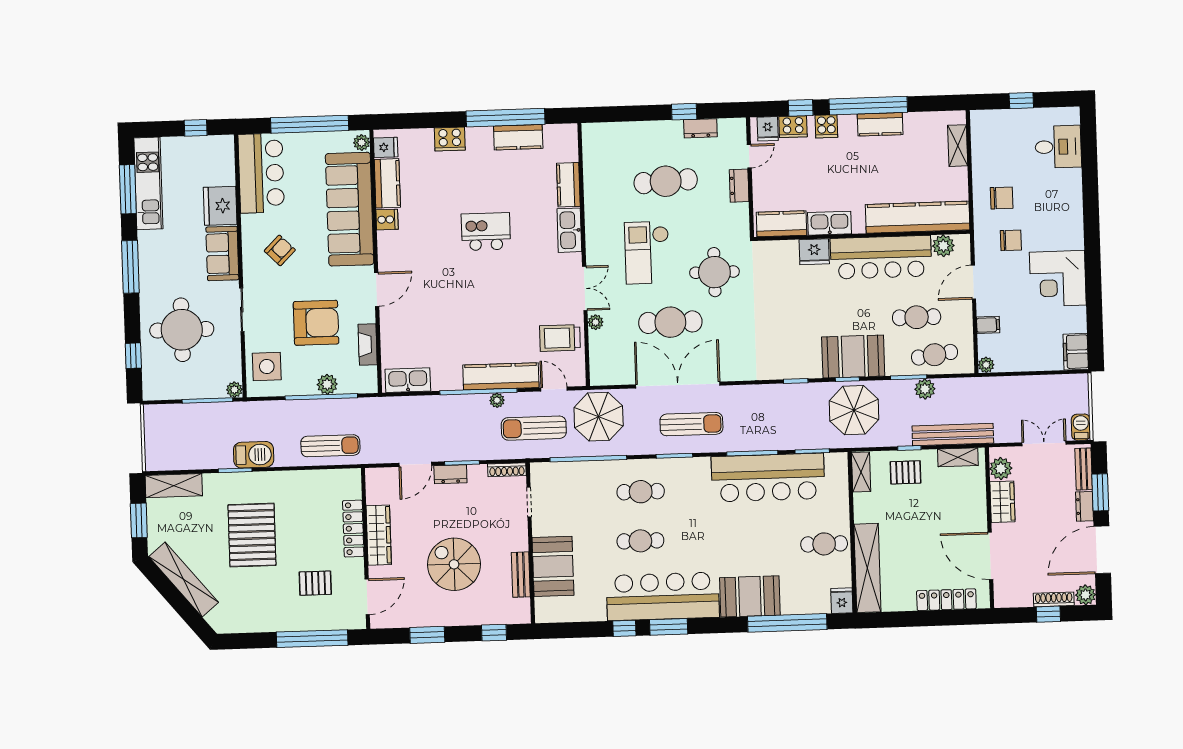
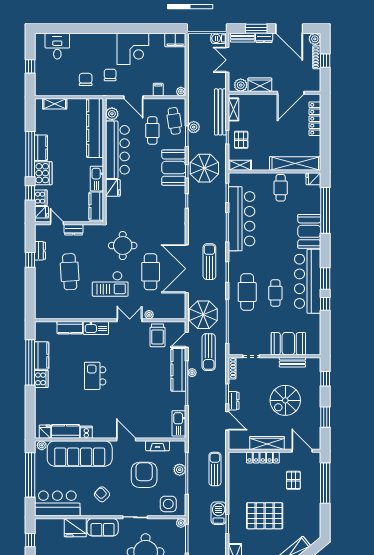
cooker: (826, 126) -> (43, 173), width x1.87, depth x1.31
cooker: (450, 139) -> (41, 379), moved
cafe table: (641, 492) -> (247, 292), width x1.37, depth x1.35

